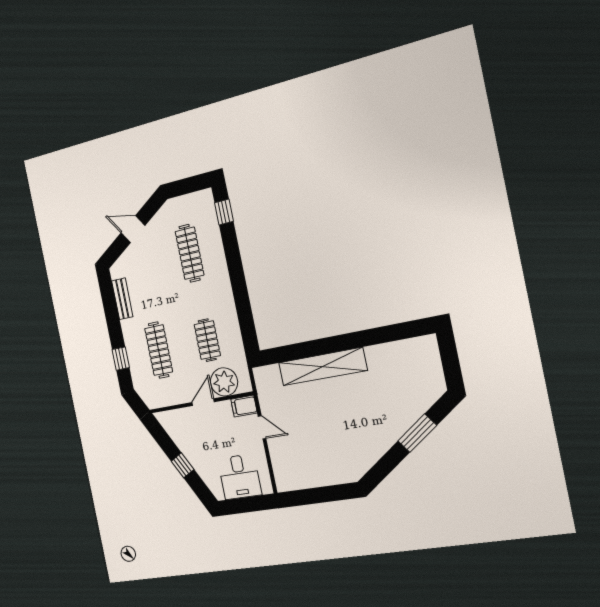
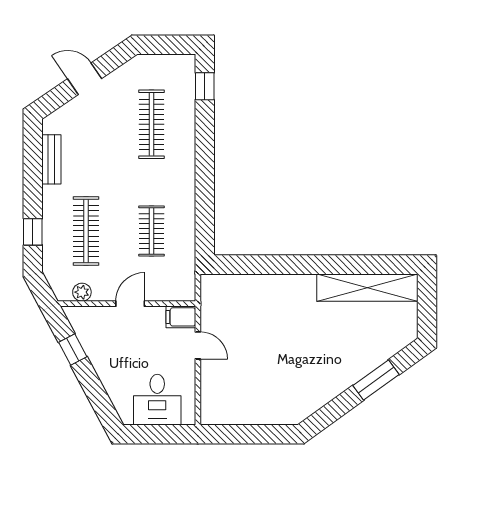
shelving: (323, 367) -> (367, 288), moved
plant: (224, 382) -> (82, 292), moved, width x0.53, depth x0.53
window: (182, 465) -> (73, 350), moved

